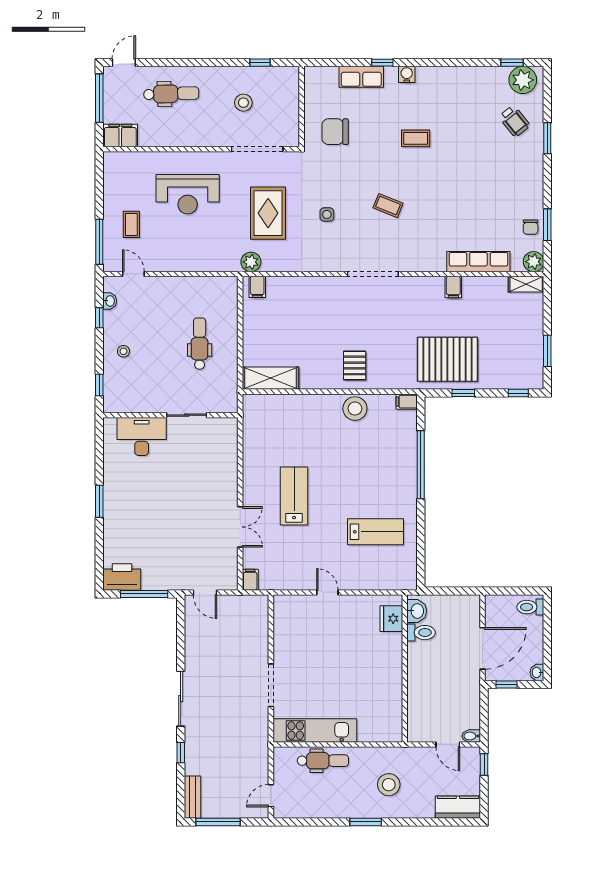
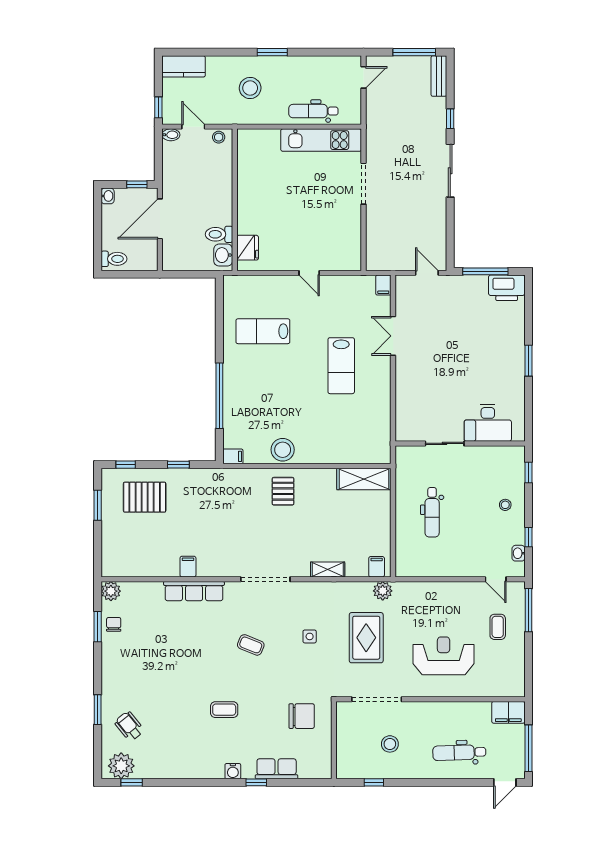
row of seats: (478, 262) -> (194, 591), moved
shelving: (526, 284) -> (328, 569), moved
pallet: (447, 359) -> (145, 497), moved, width x0.73, depth x0.71
stool: (421, 734) -> (219, 137), added

